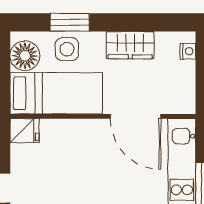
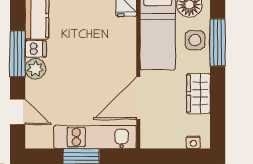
window: (70, 22) -> (218, 42), width x1.44

